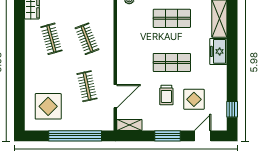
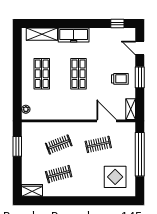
freezer: (218, 51) -> (74, 35), width x1.40
trolley: (166, 95) -> (120, 79), moved
display table: (194, 99) -> (109, 55), removed

